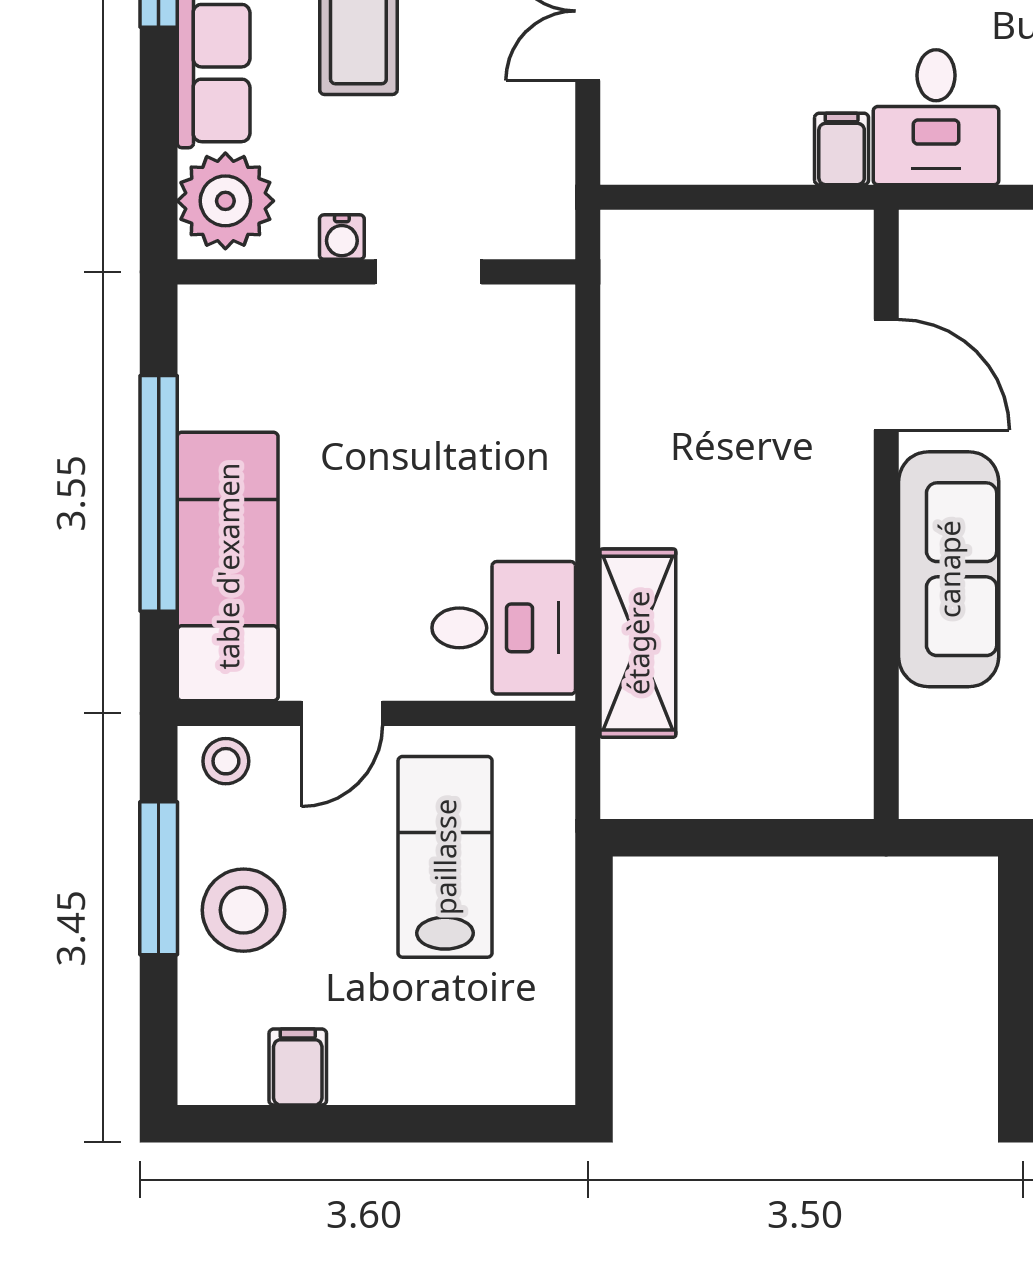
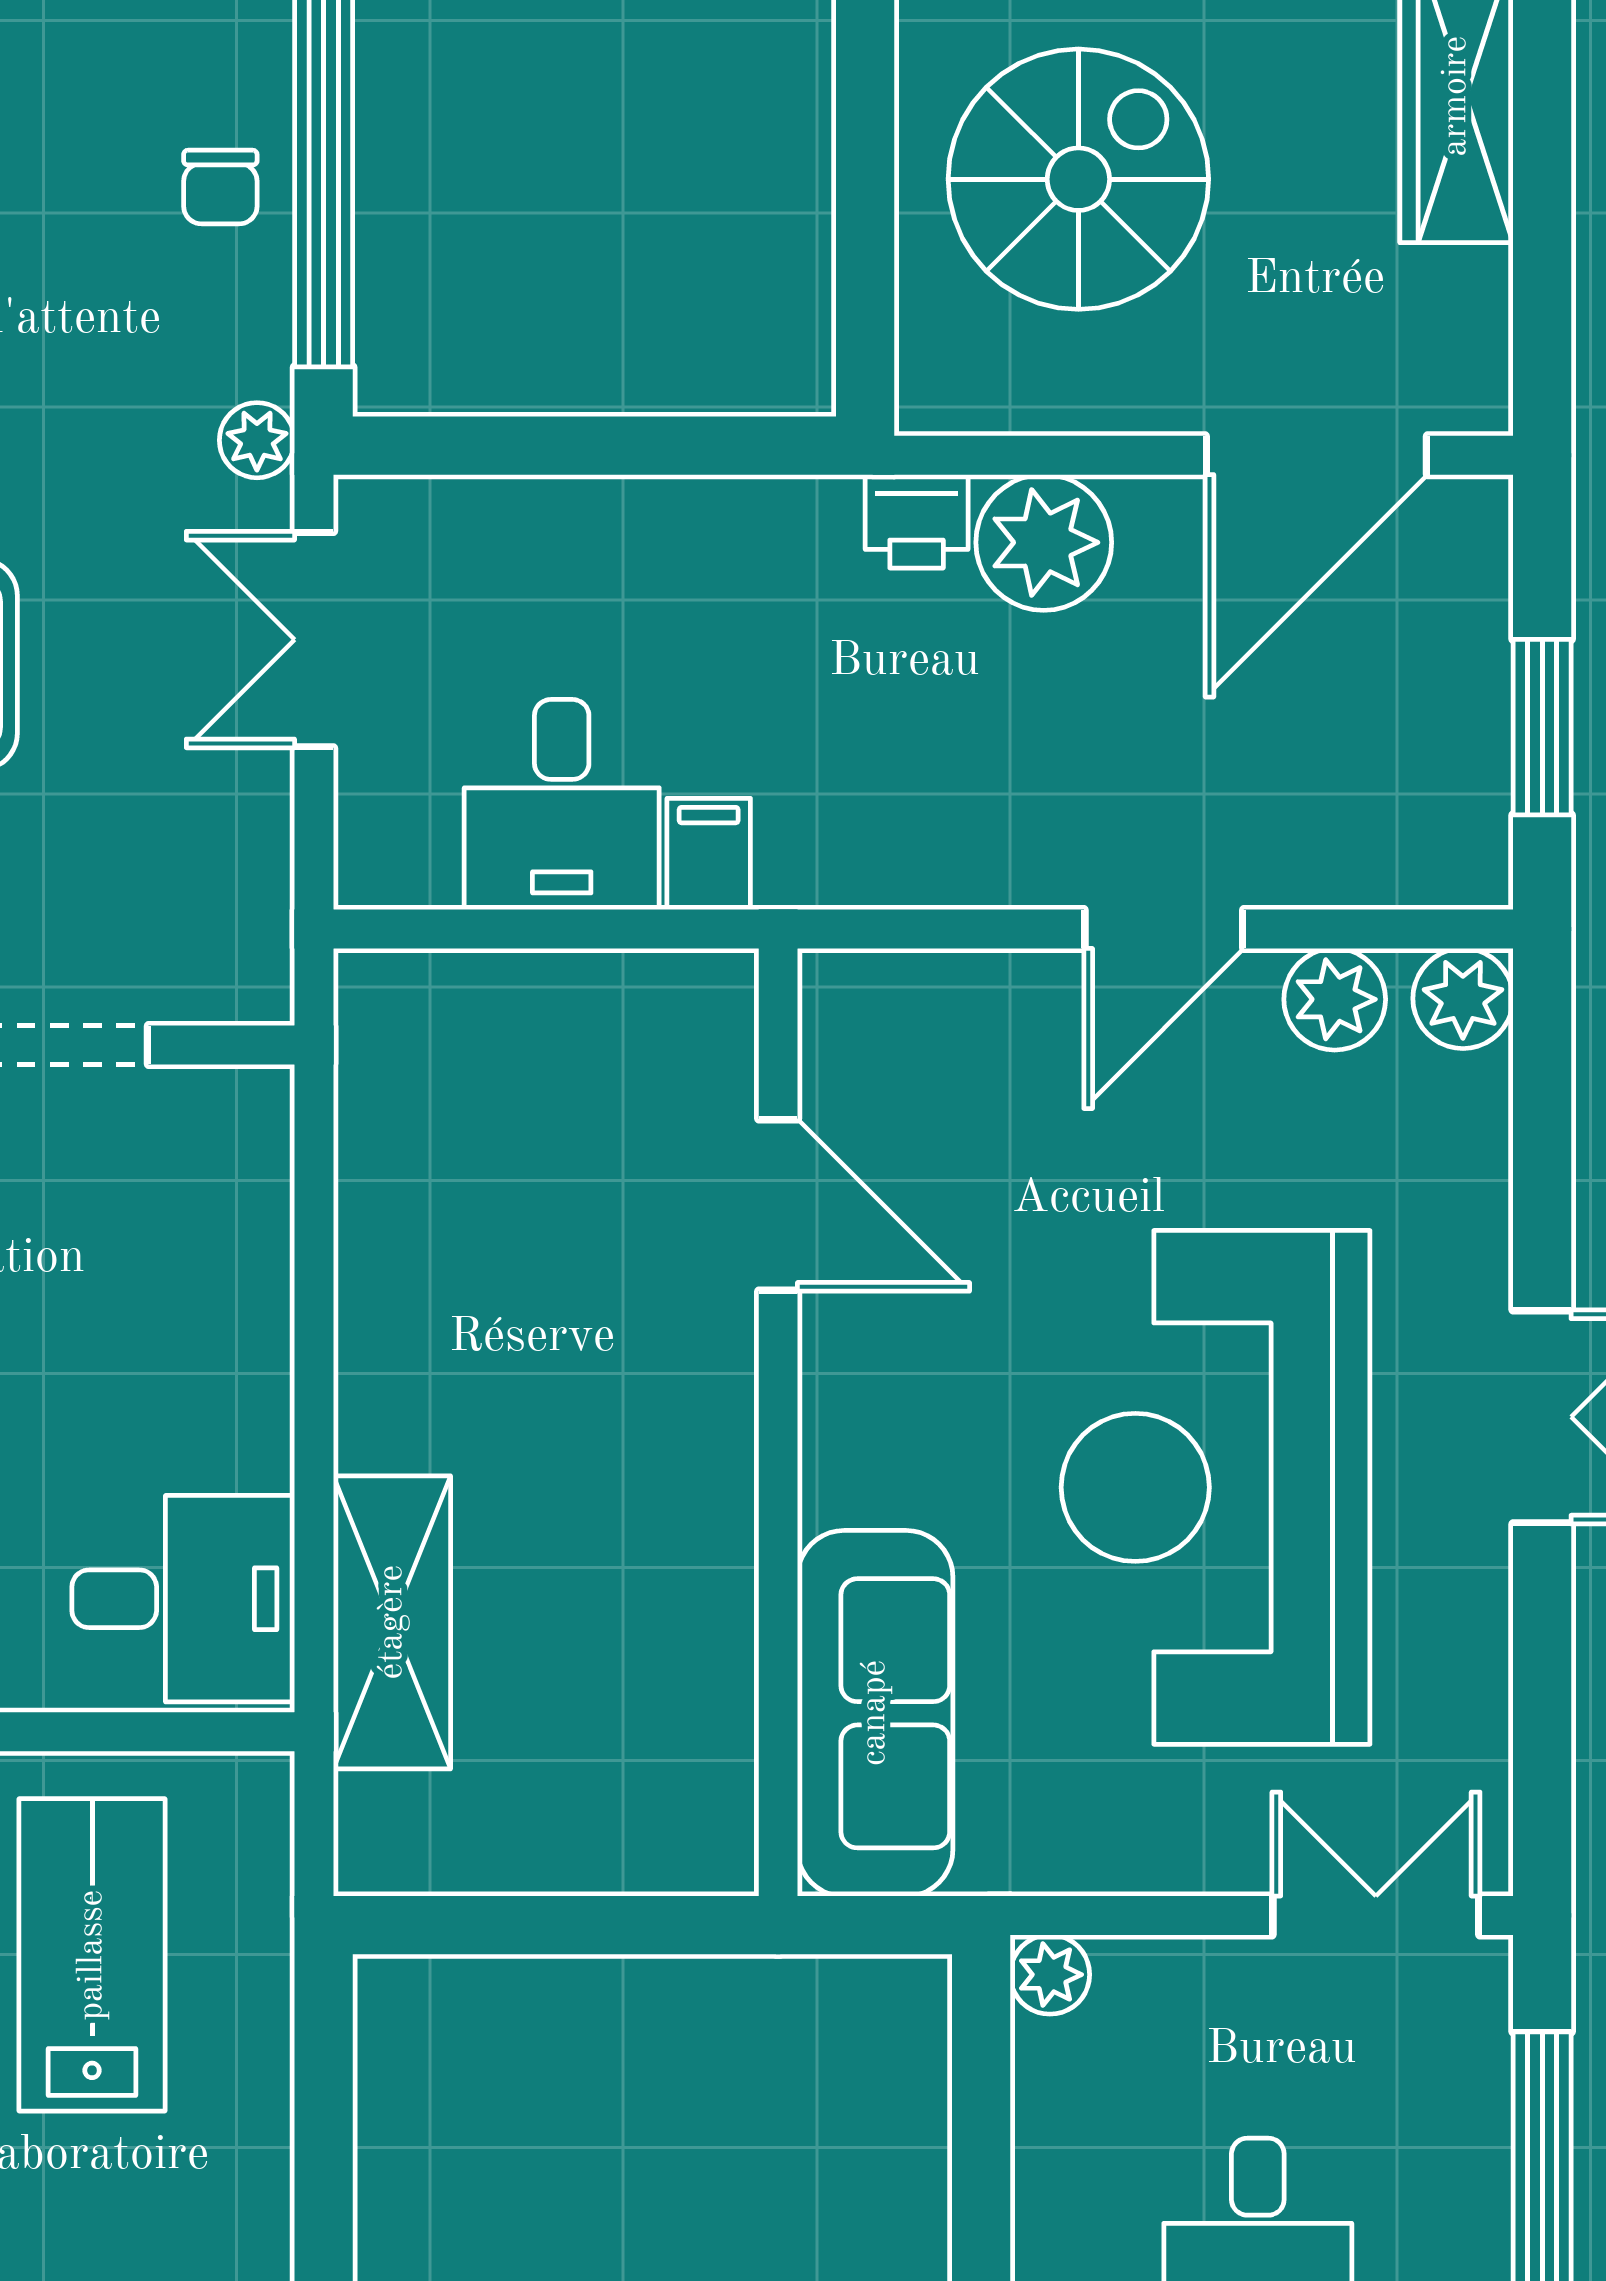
desk: (936, 117) -> (562, 805), moved
sofa: (949, 569) -> (875, 1713), moved

